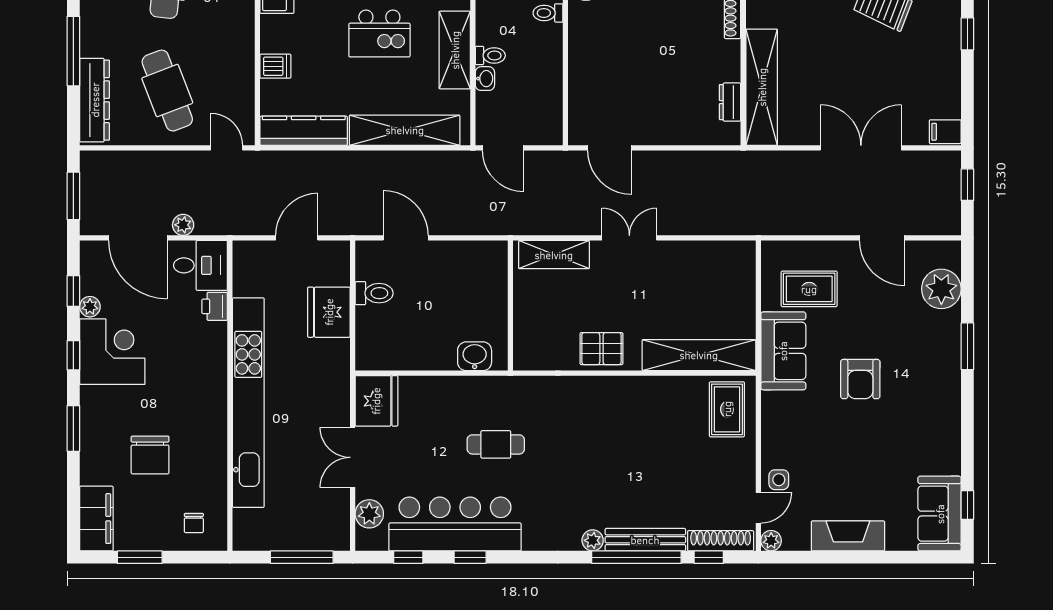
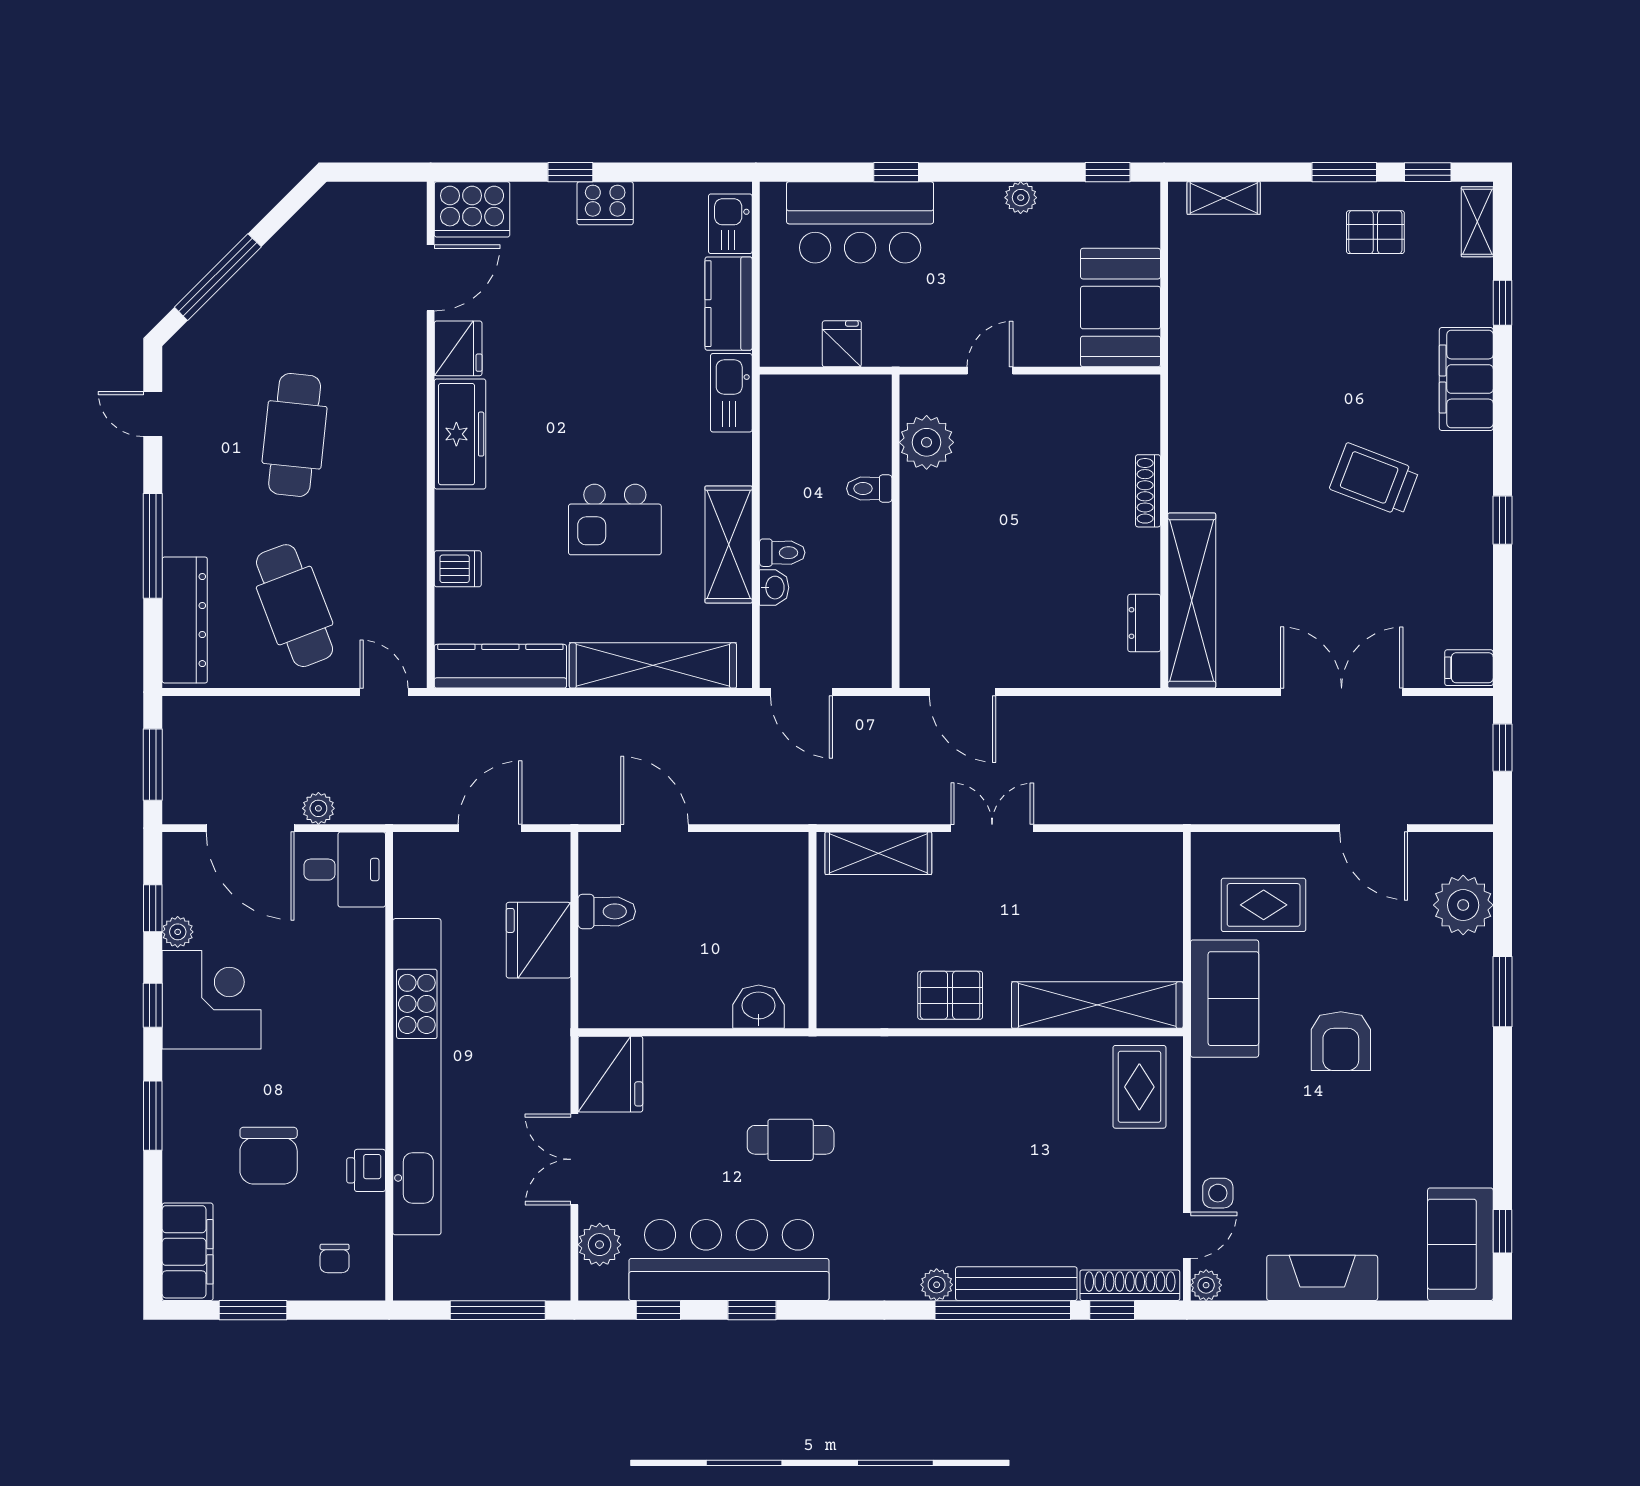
printer: (215, 306) -> (366, 1170), moved

